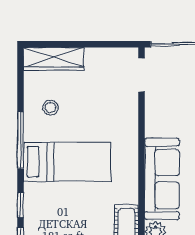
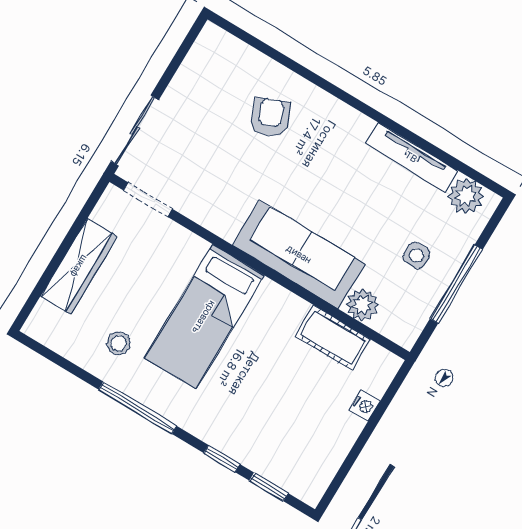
wardrobe: (54, 59) -> (79, 266), moved
bed: (67, 162) -> (204, 317), moved, turned 180

